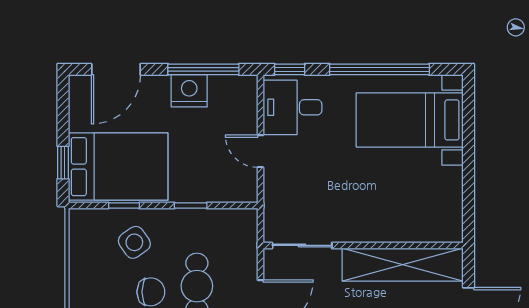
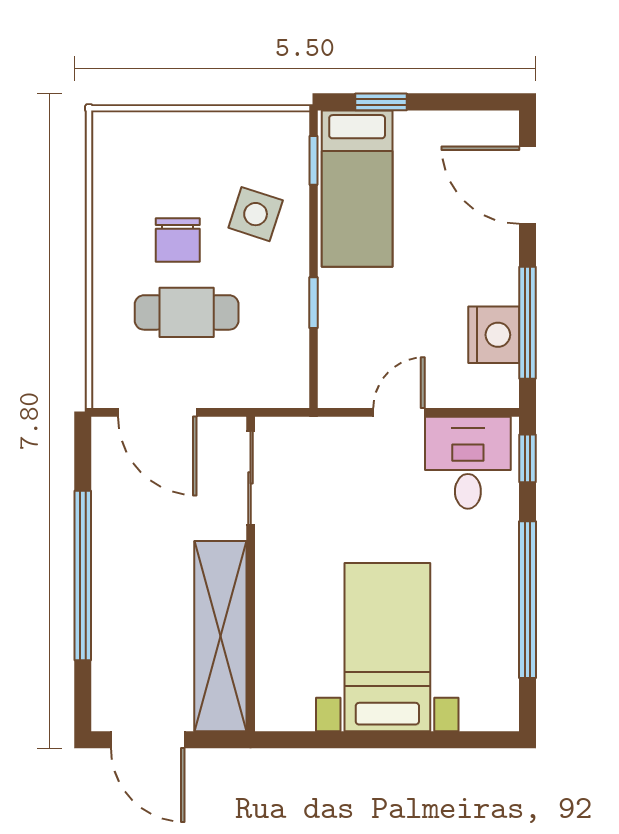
nightstand: (189, 91) -> (494, 335), moved
bed with nightstands: (410, 120) -> (387, 647), moved
bed: (118, 167) -> (357, 189), width x0.67
window: (124, 205) -> (314, 160), moved
side table: (134, 242) -> (256, 214), turned -37

